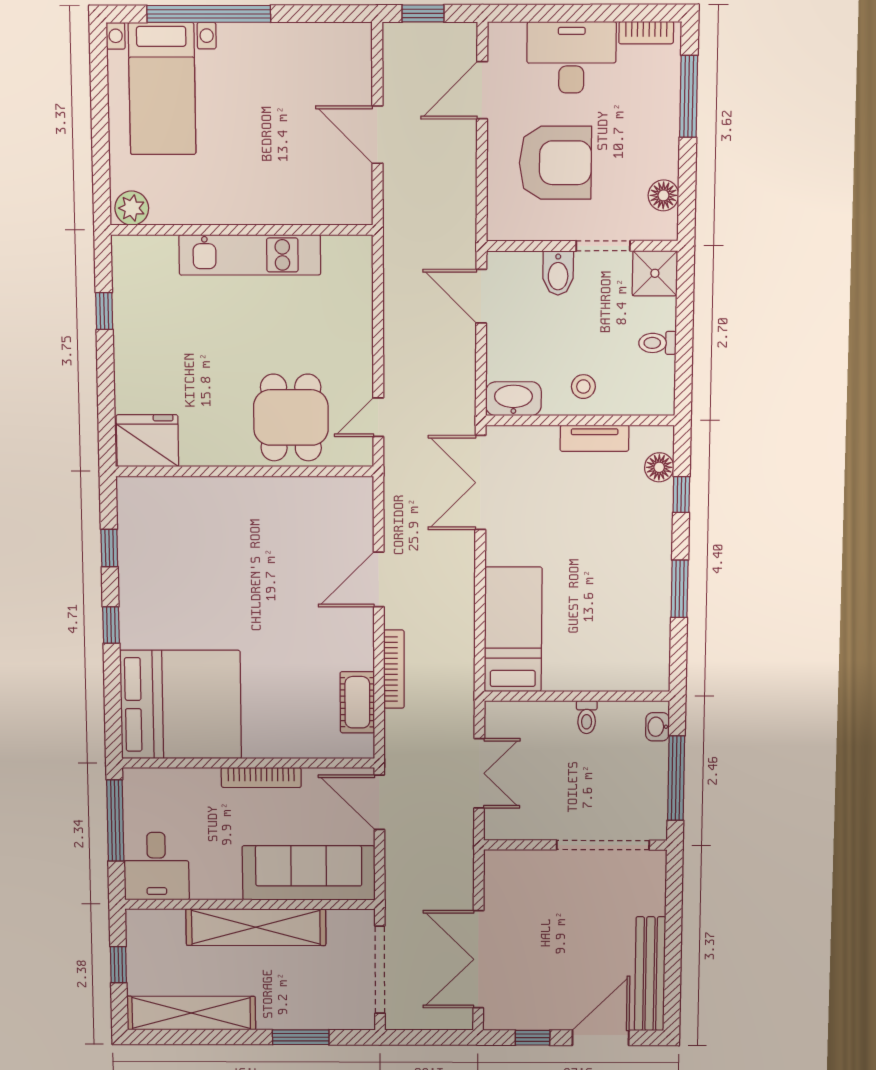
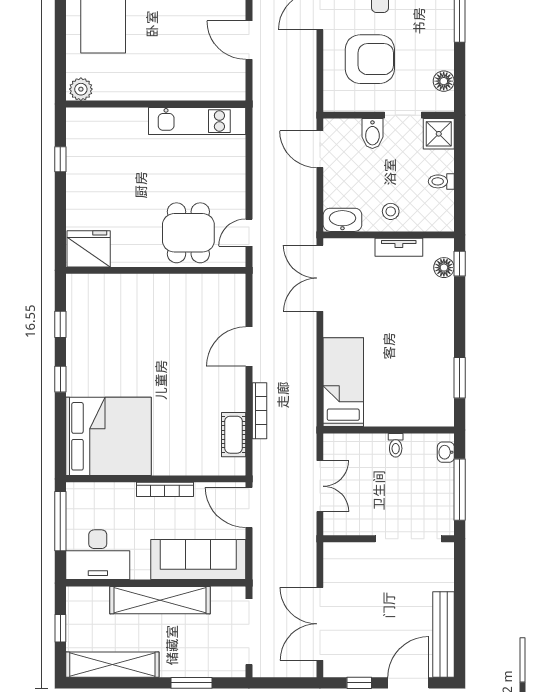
kitchen unit: (250, 255) -> (197, 121), moved
window: (681, 495) -> (460, 264), moved
window: (680, 589) -> (460, 378), moved
desk: (156, 866) -> (98, 555), width x1.37

